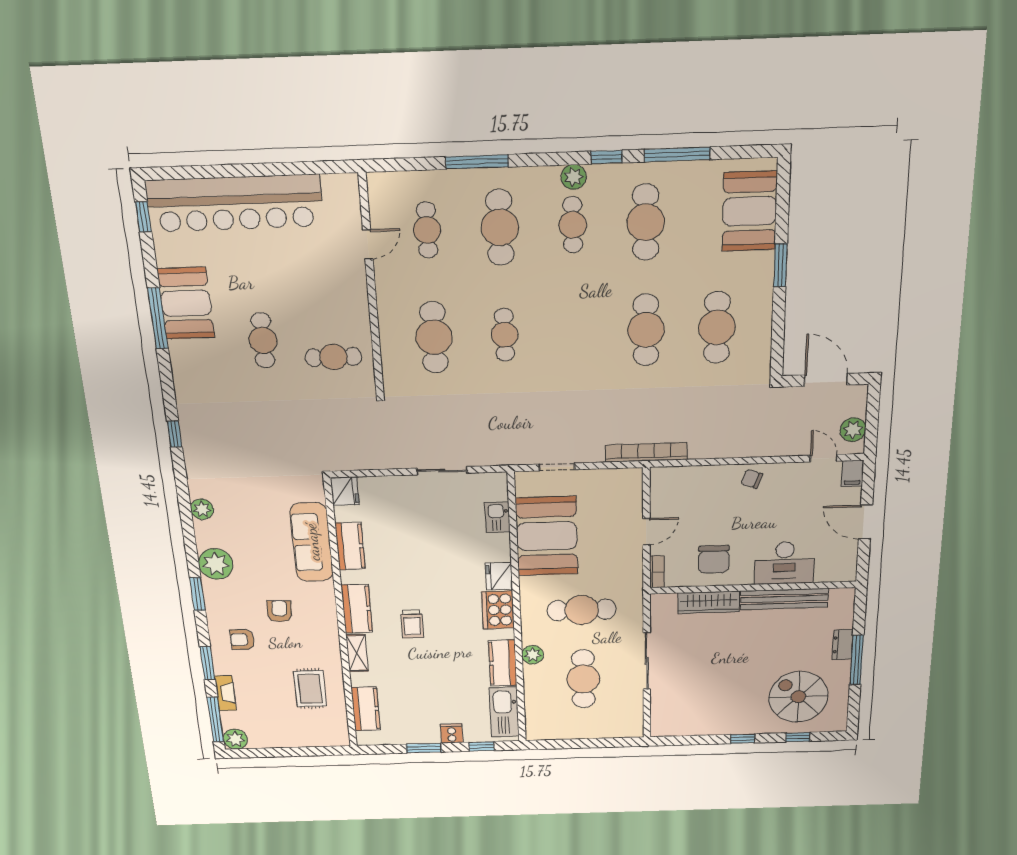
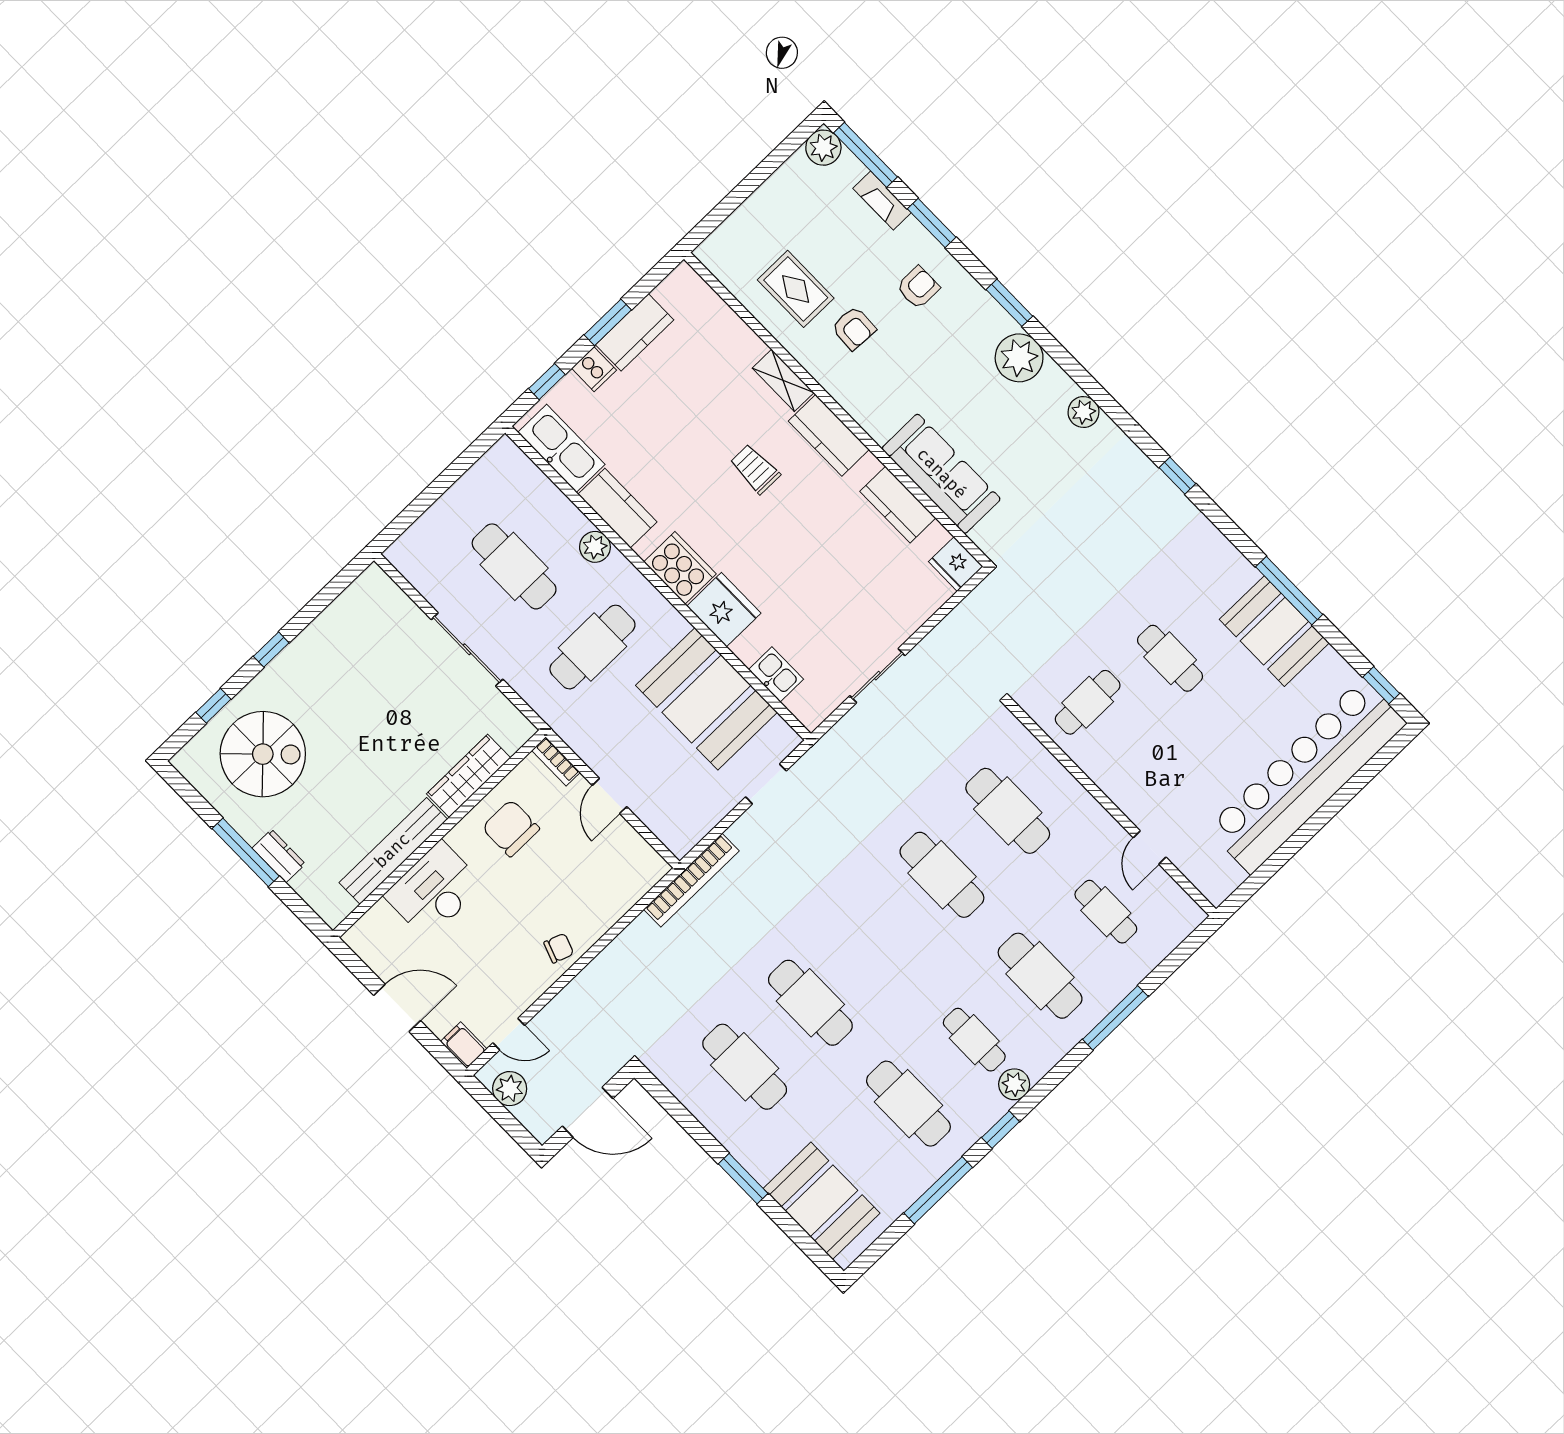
cafe table: (505, 335) -> (942, 875), width x1.37, depth x1.35
fridge: (499, 576) -> (724, 610), width x1.36, depth x1.34
armchair: (279, 611) -> (854, 328), moved
kitchen counter: (366, 709) -> (635, 332), moved, turned -90

